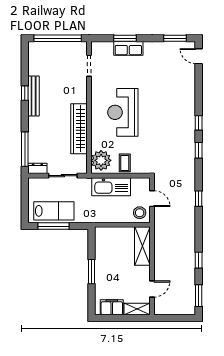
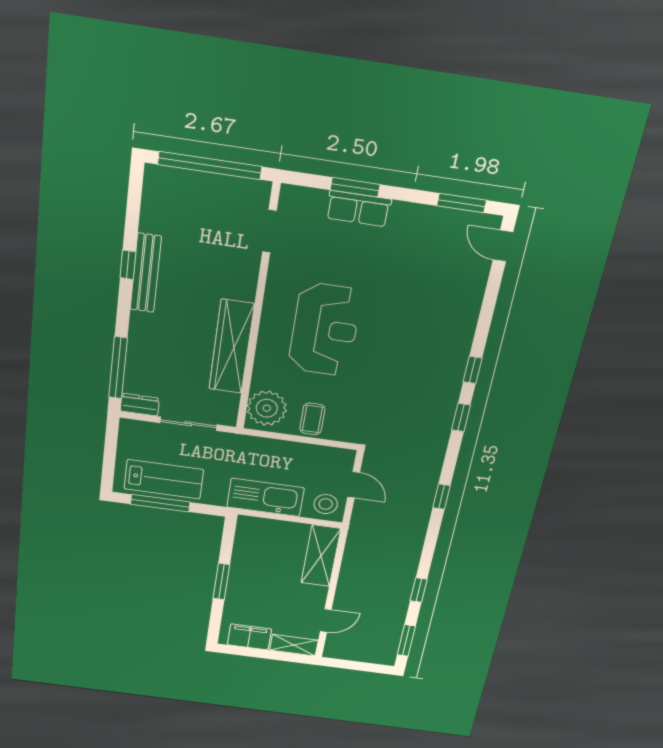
reception desk: (123, 112) -> (325, 330), turned 180
kitchen sink: (111, 187) -> (265, 497), moved, turned 180

